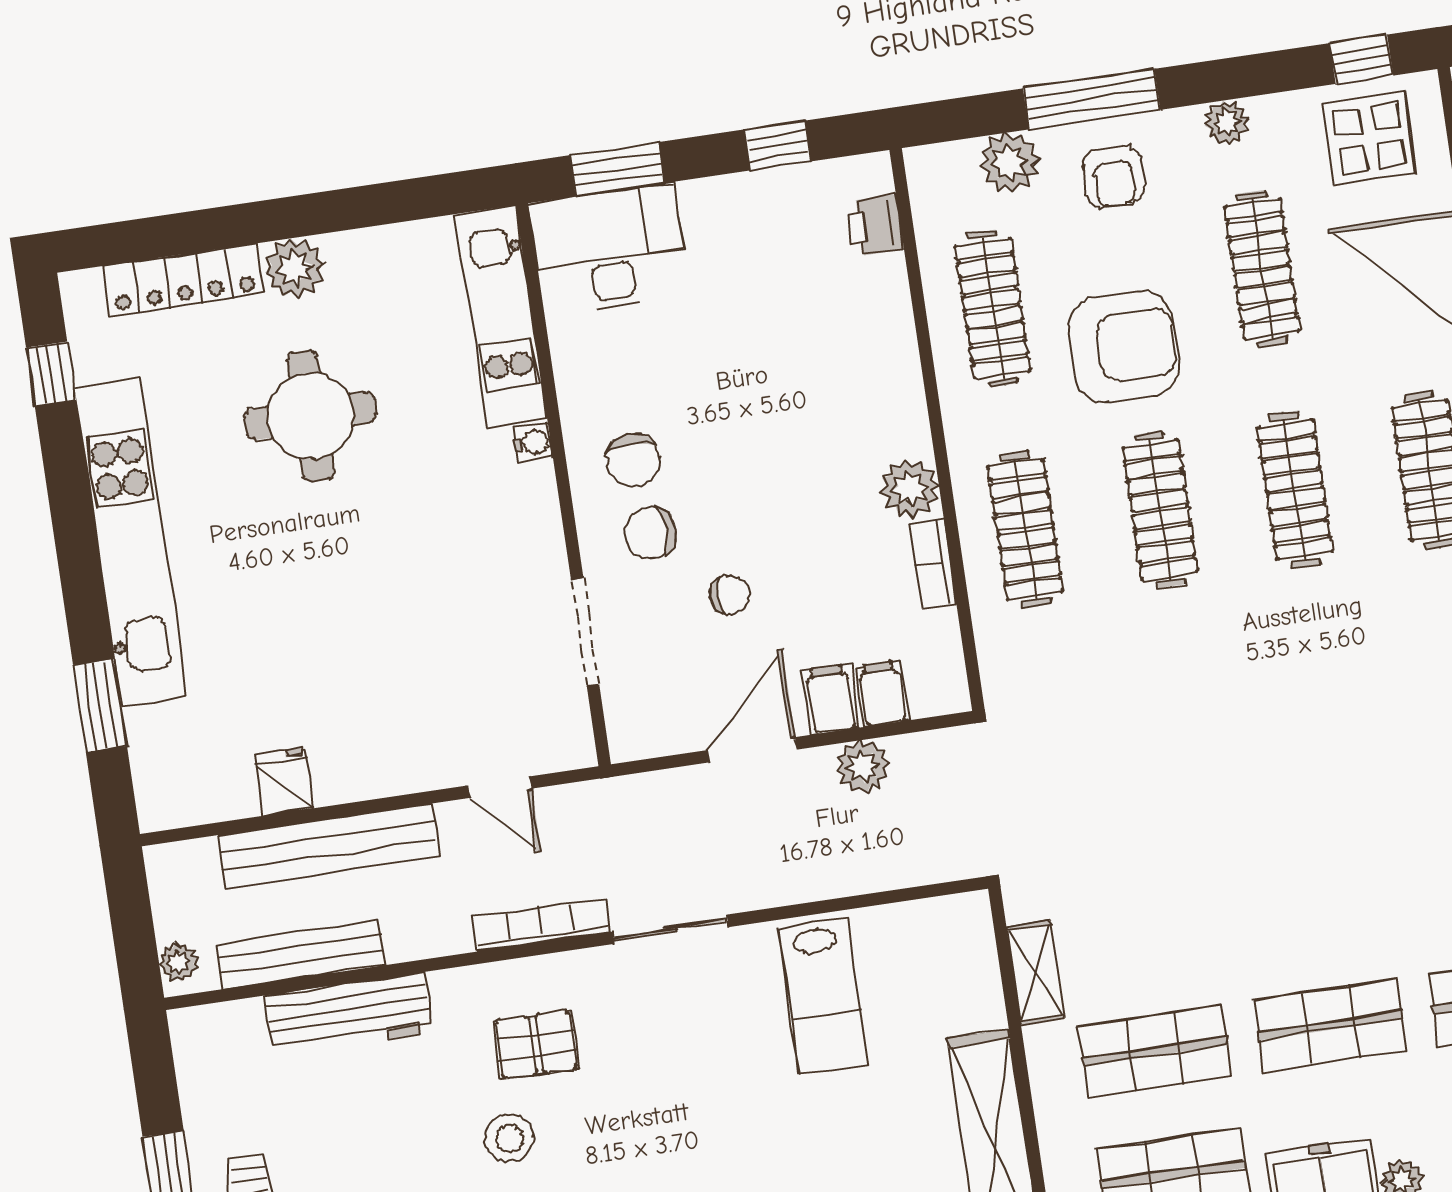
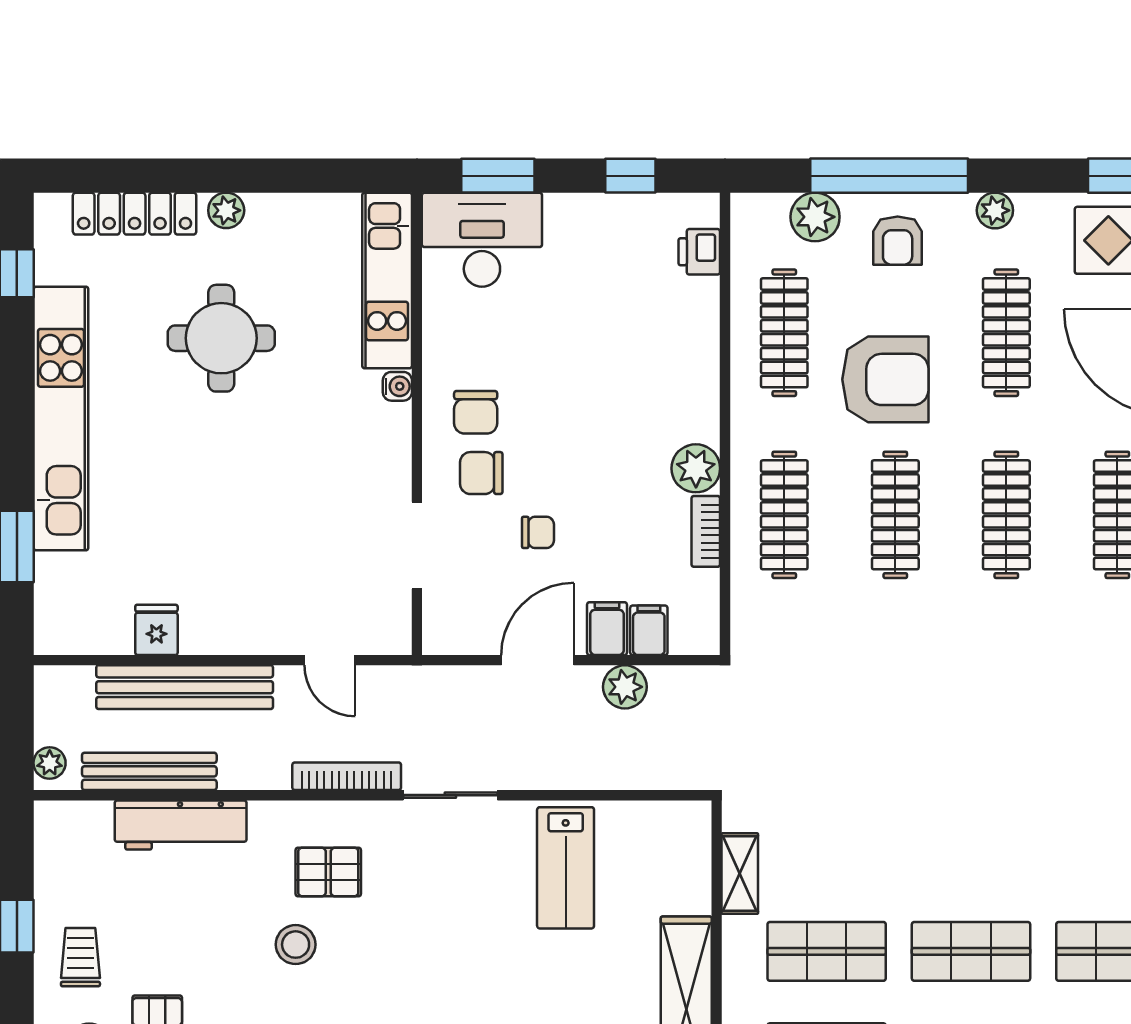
window: (1092, 99) -> (889, 176), width x1.46
plant: (295, 268) -> (226, 210), width x0.73, depth x0.73

